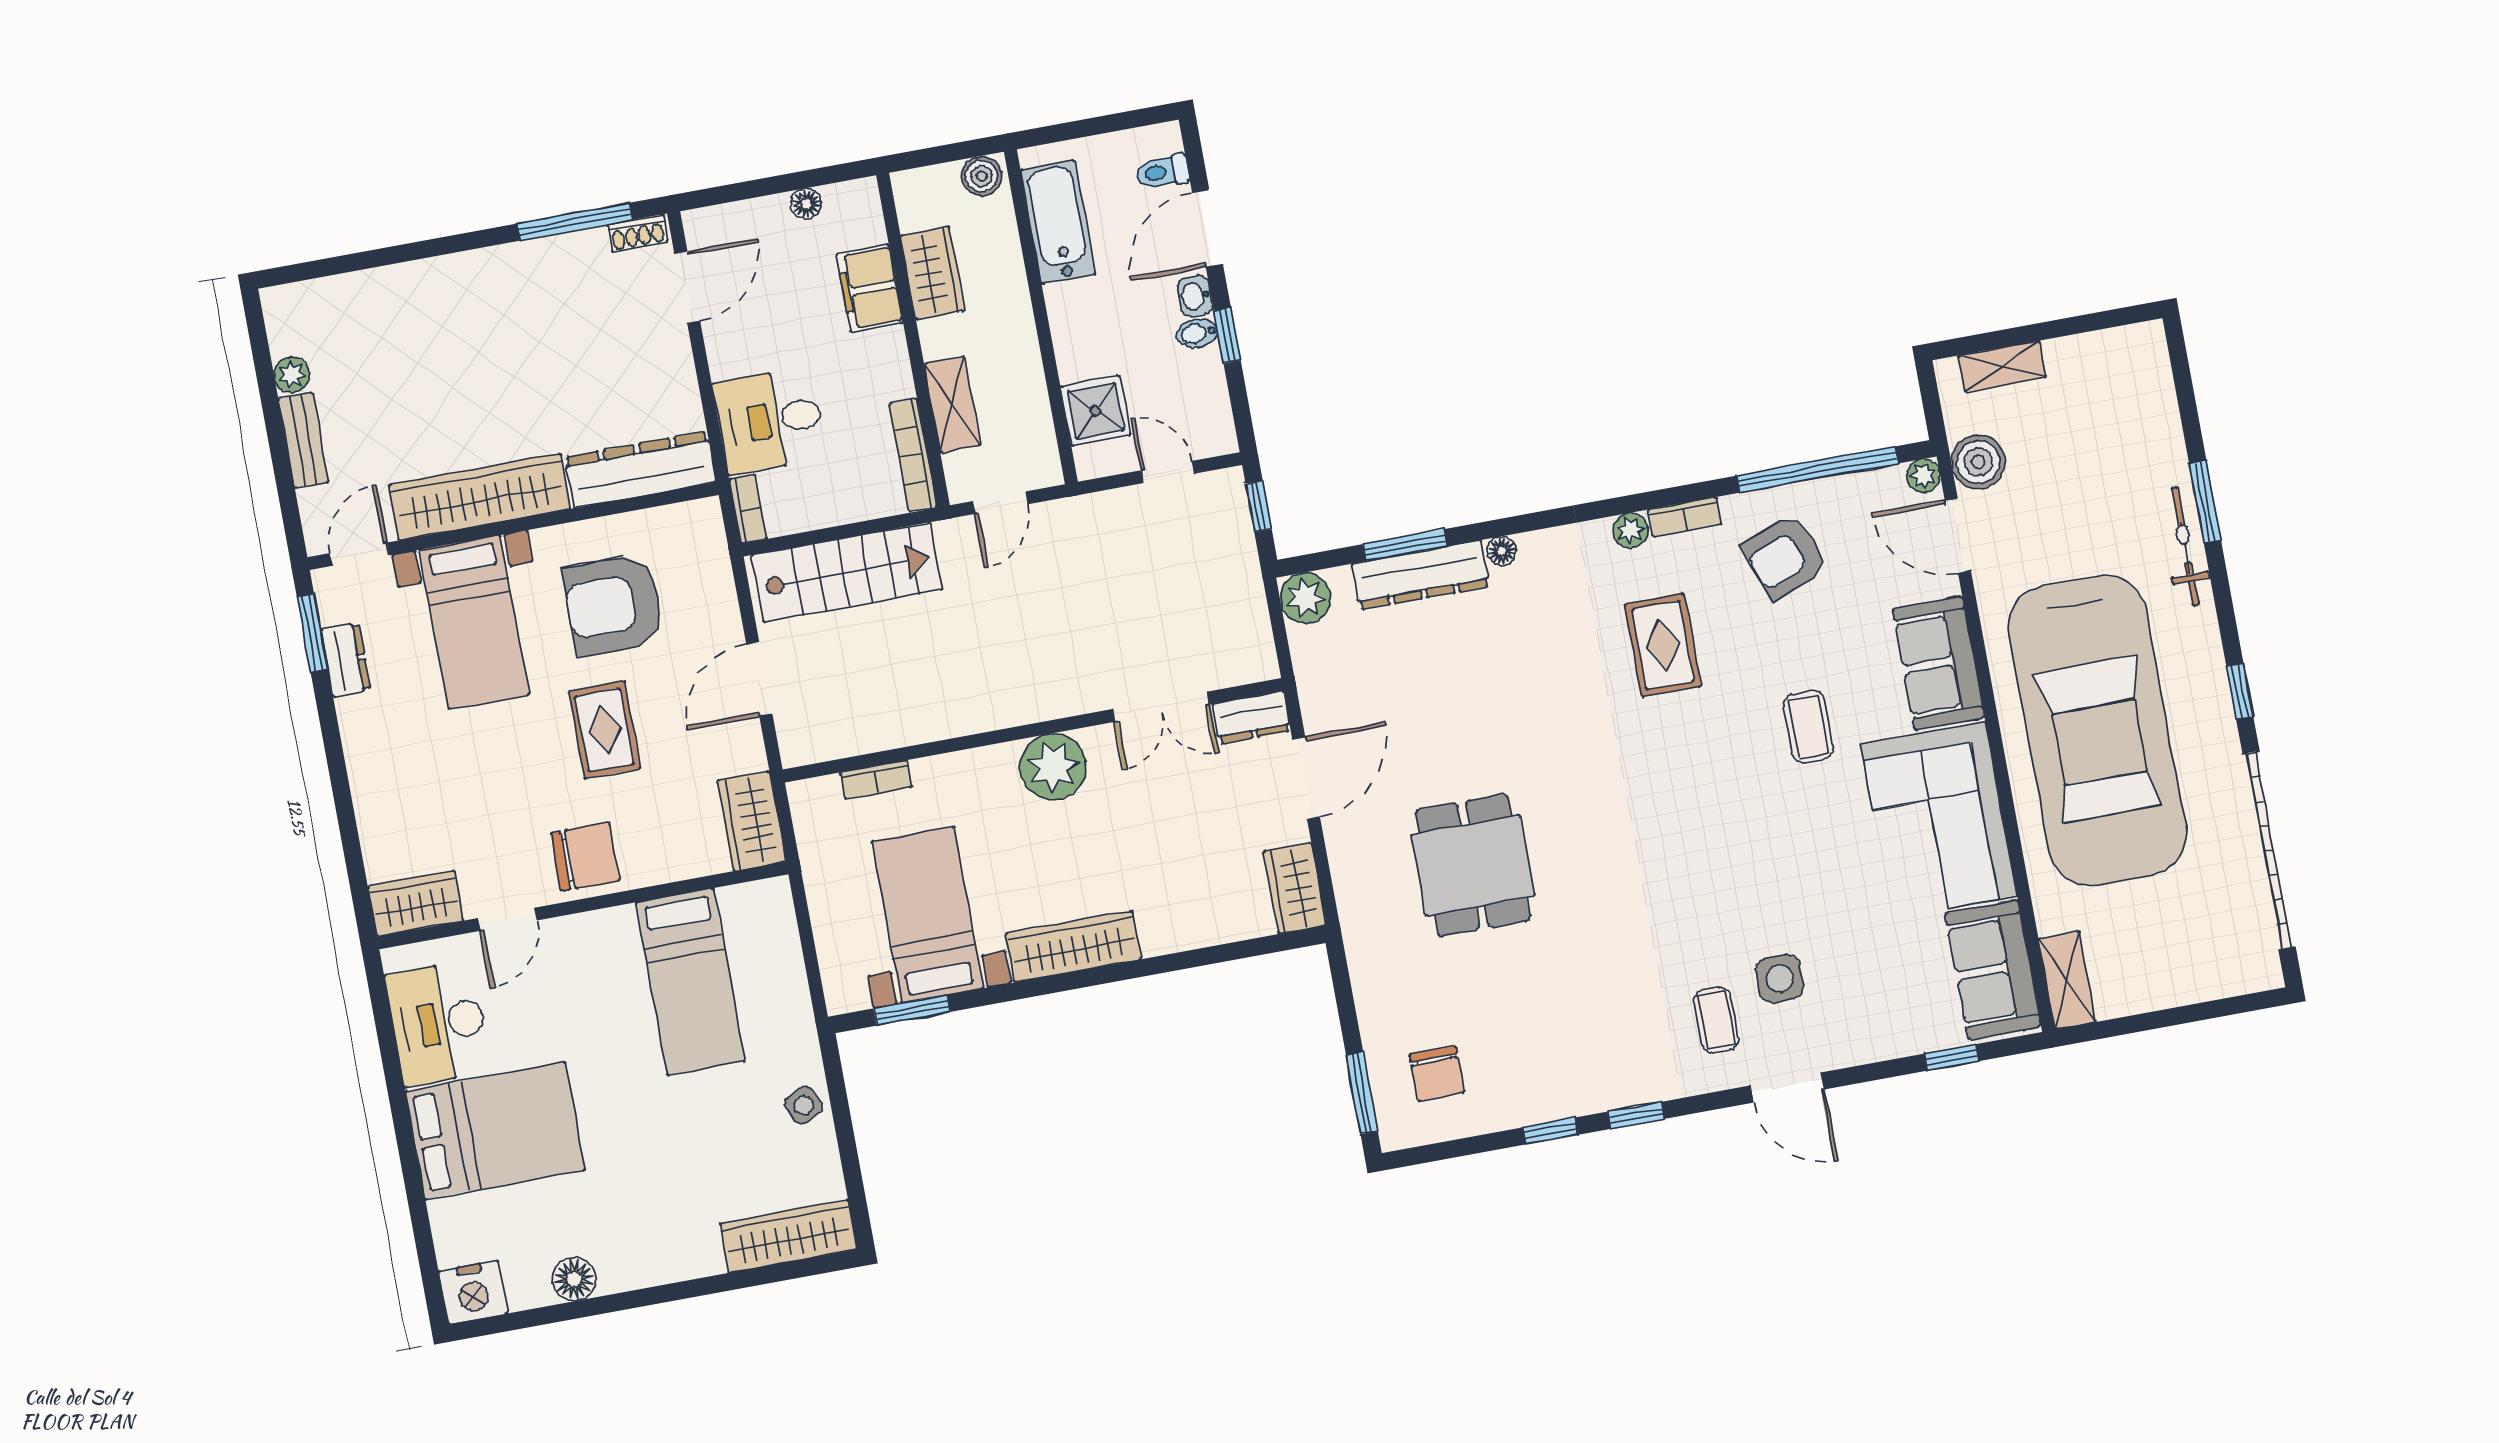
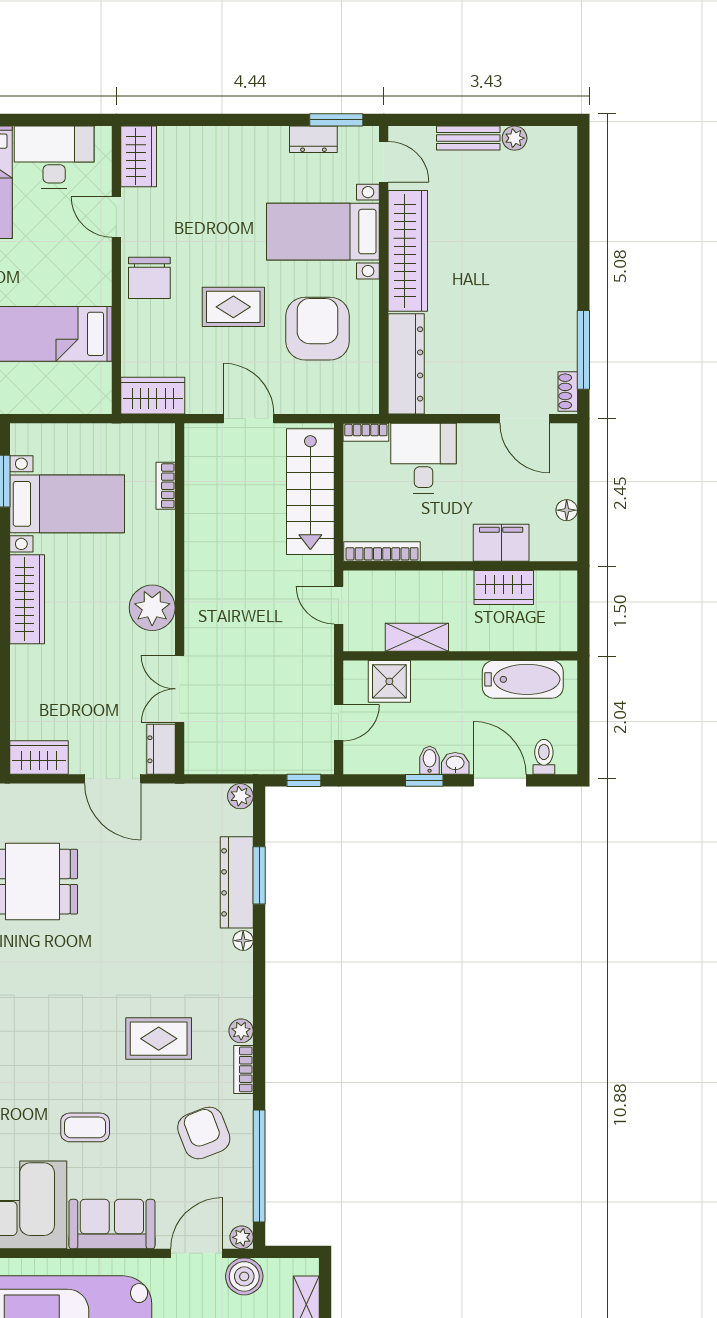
boiler: (982, 176) -> (564, 633), removed
shelving: (952, 405) -> (417, 637), moved
plant: (1305, 598) -> (240, 796), width x0.73, depth x0.73

